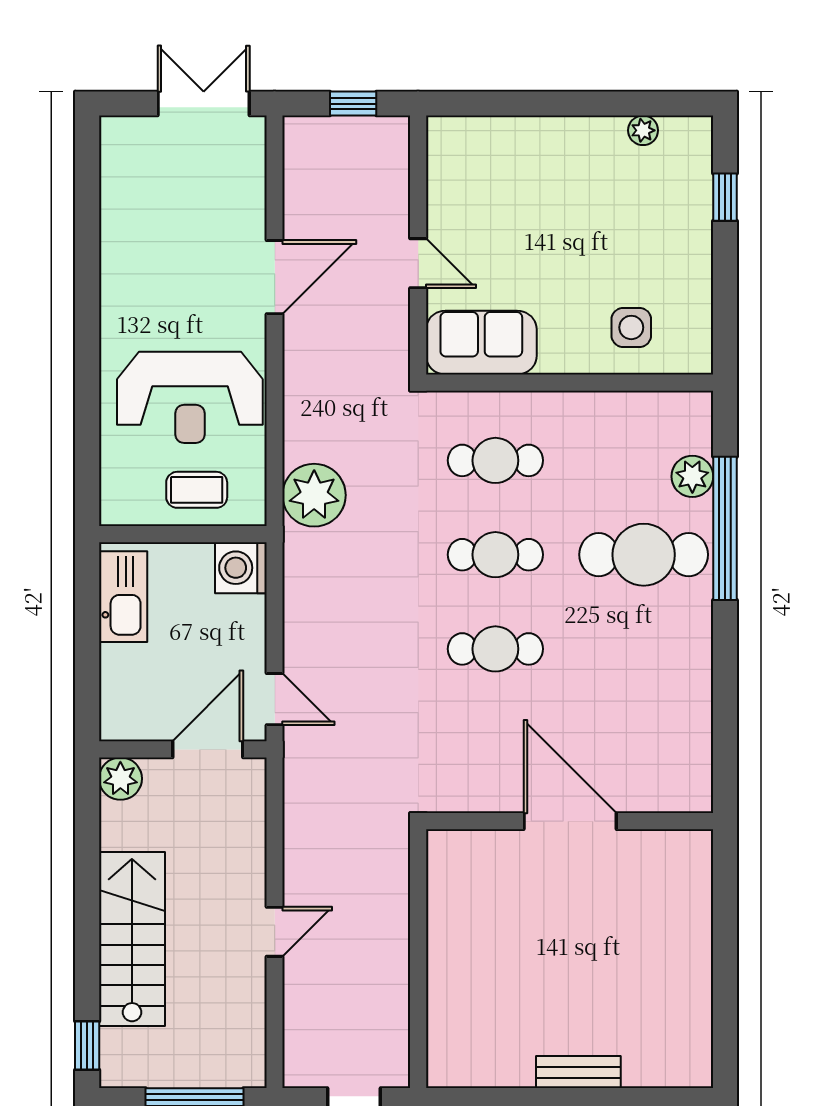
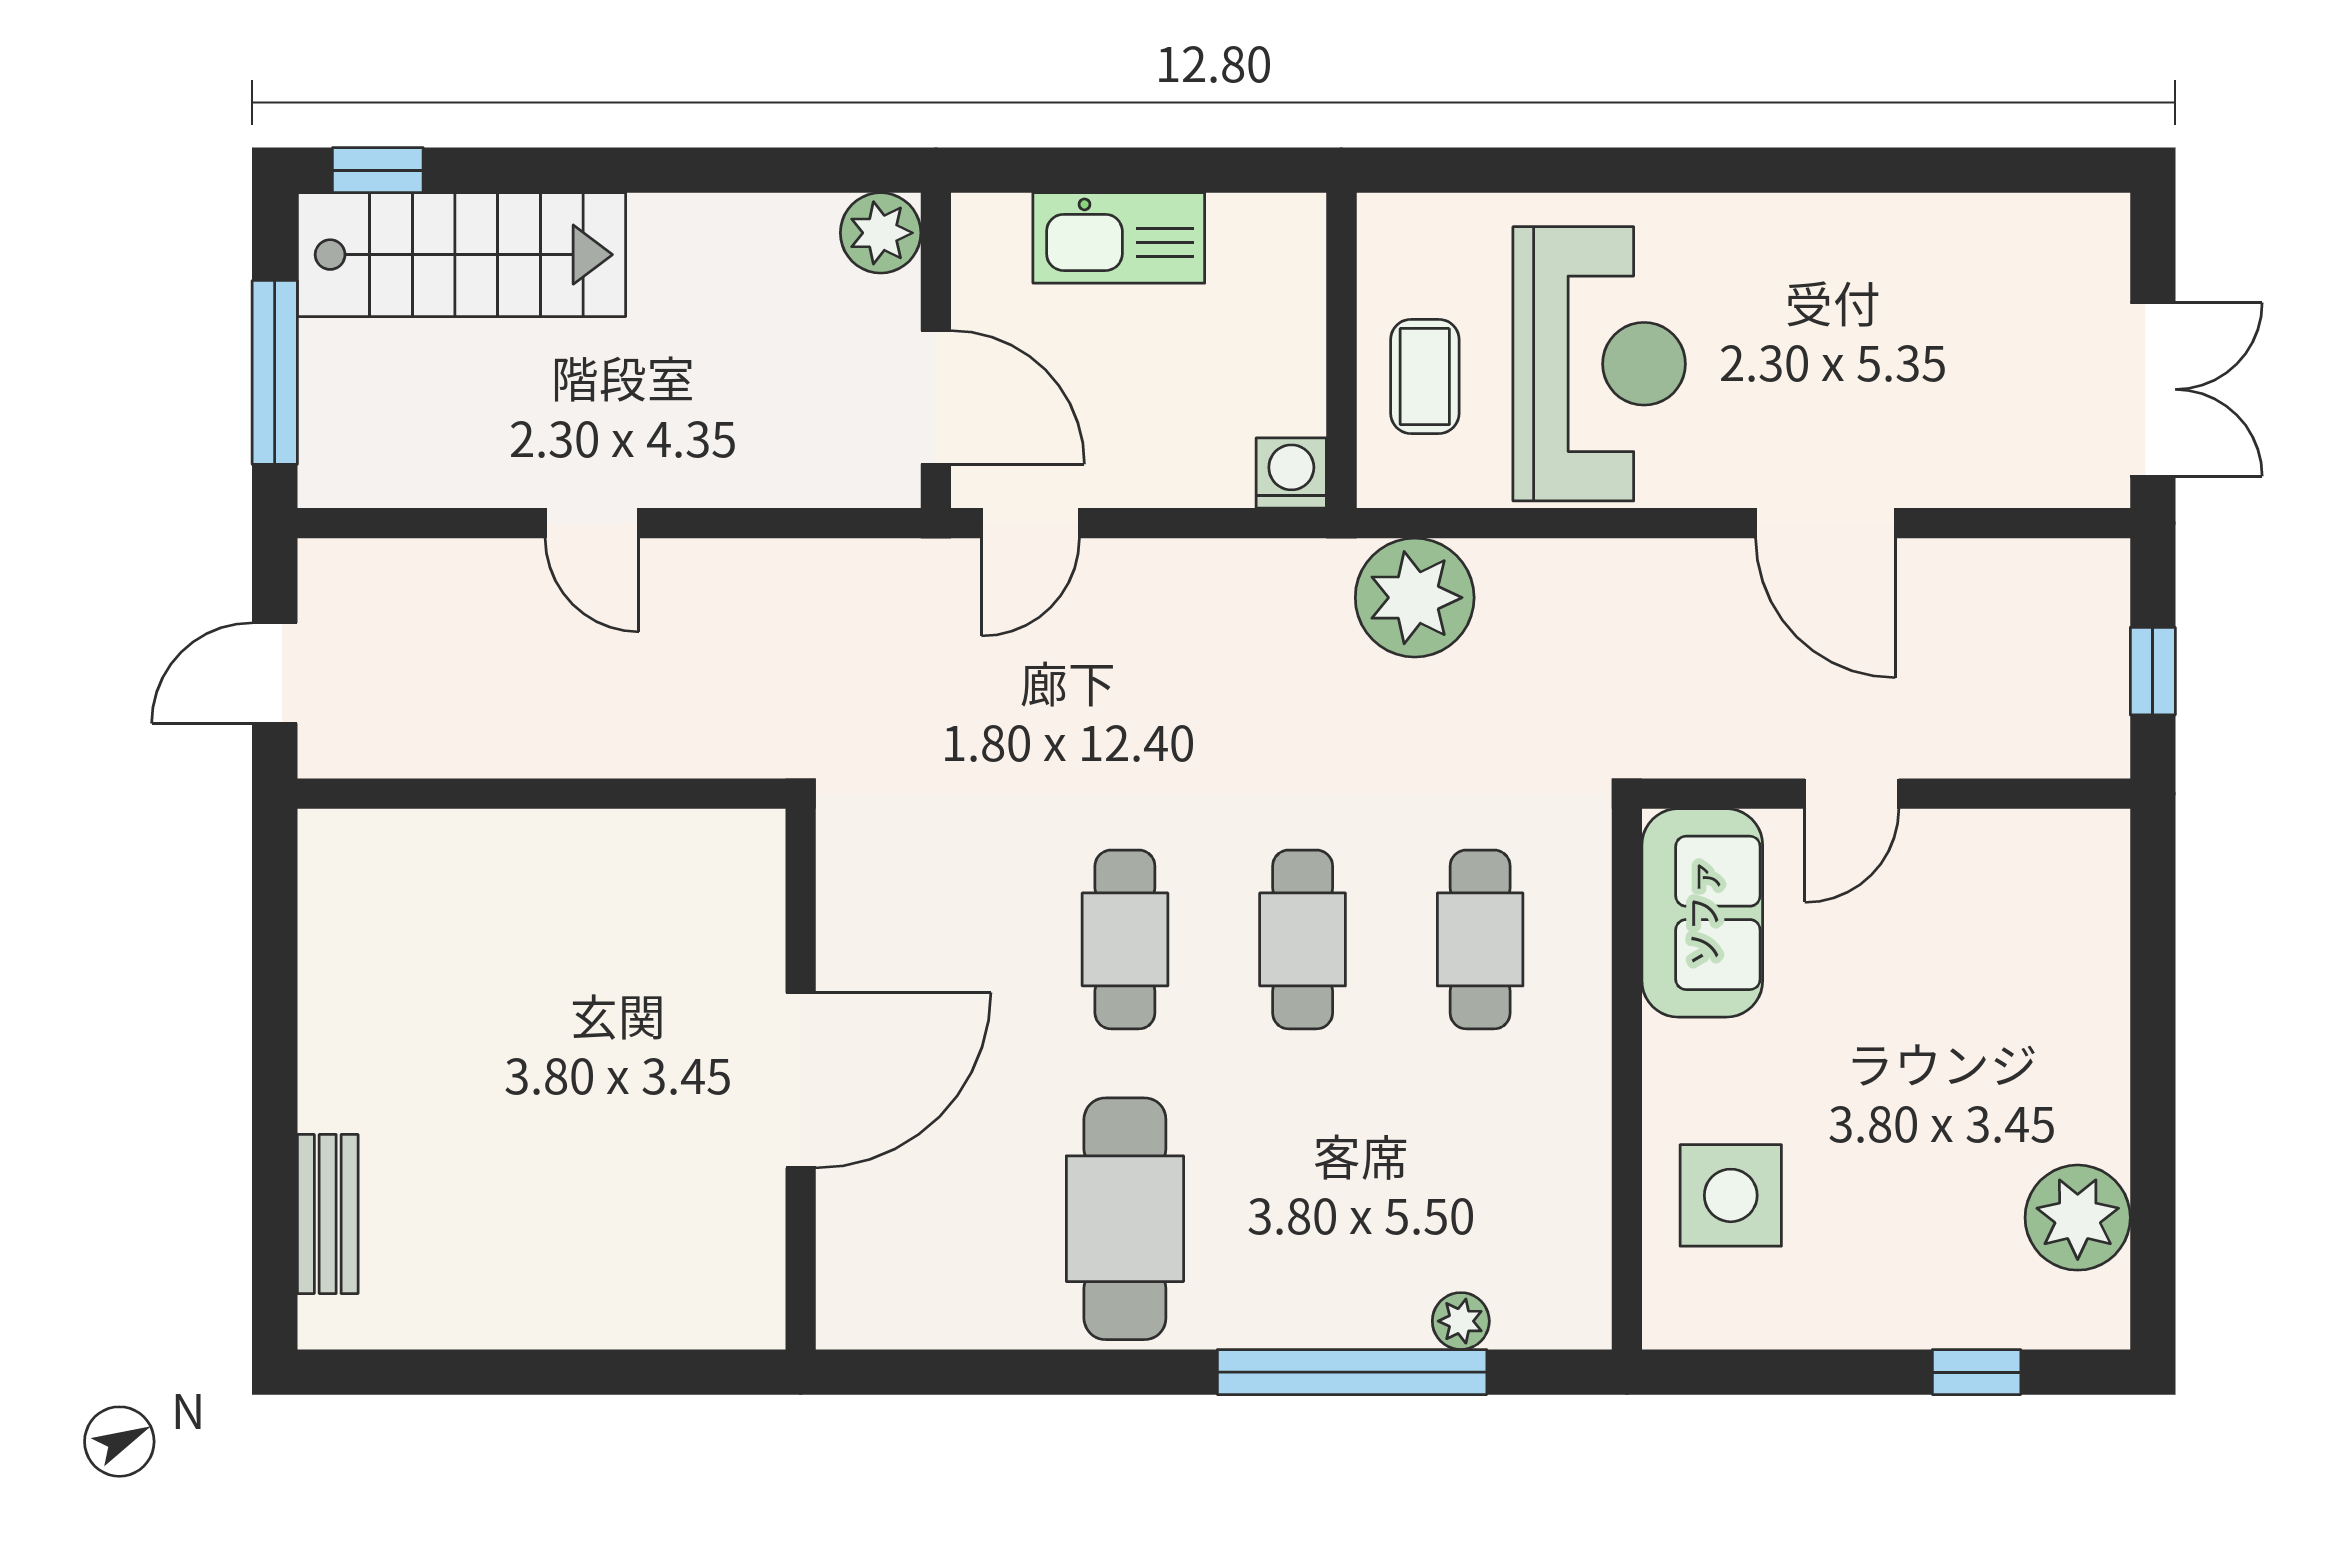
plant: (643, 130) -> (2078, 1218), width x1.88, depth x1.88
side table: (631, 327) -> (1731, 1195), width x1.37, depth x1.37
reception desk: (190, 397) -> (1599, 364), turned 180
plant: (692, 476) -> (1461, 1321), width x0.73, depth x0.73
cafe table: (644, 555) -> (1125, 1219), moved
washing machine: (241, 568) -> (1291, 473), width x0.73, depth x0.73
kitchen sink: (123, 597) -> (1119, 238), moved
stairs: (132, 939) -> (461, 255), moved
bench: (578, 1072) -> (328, 1214), moved

